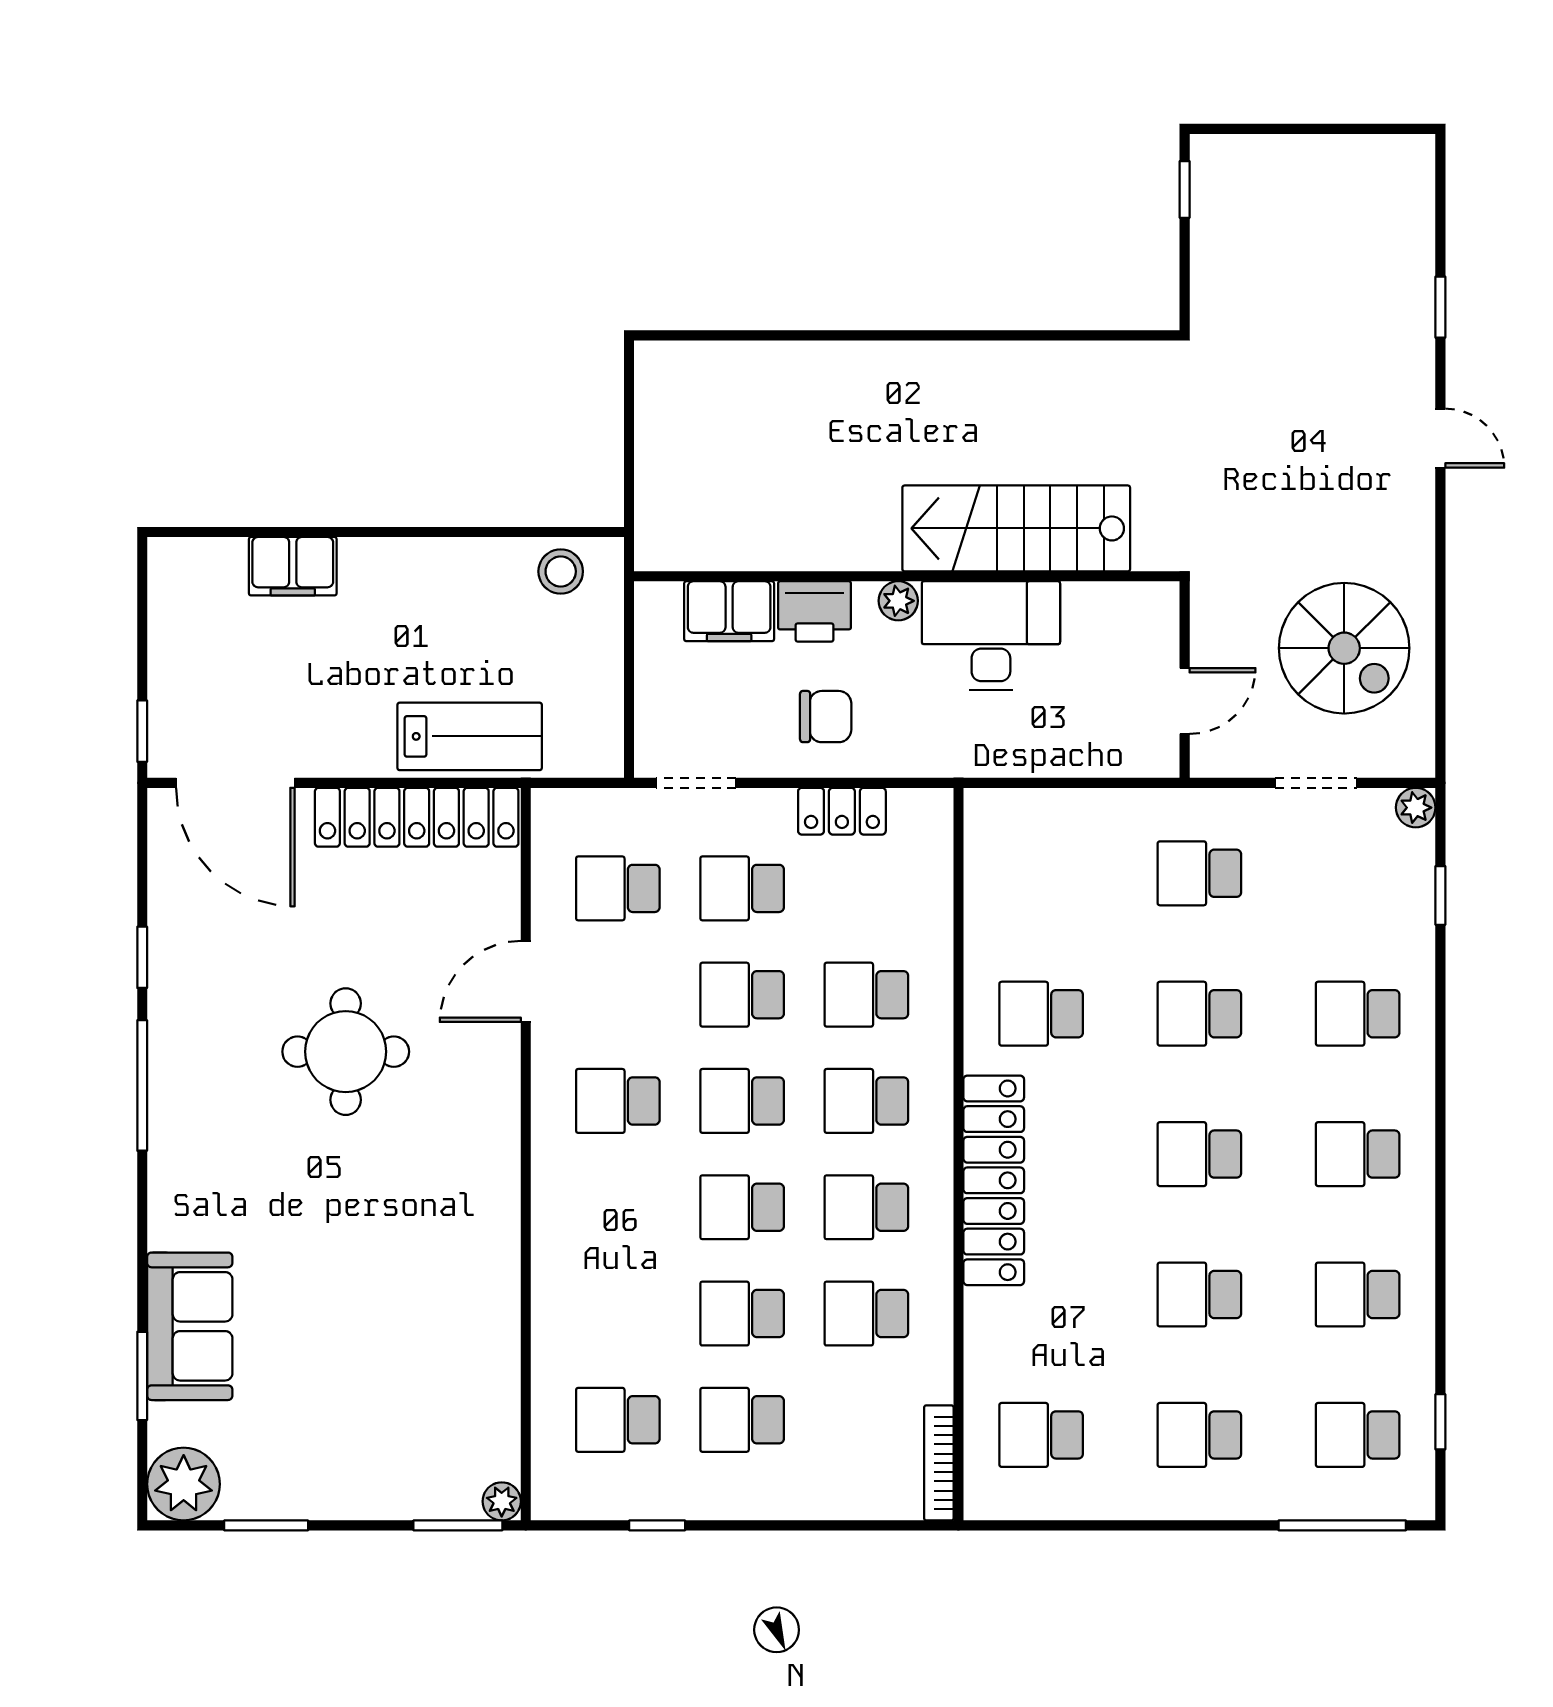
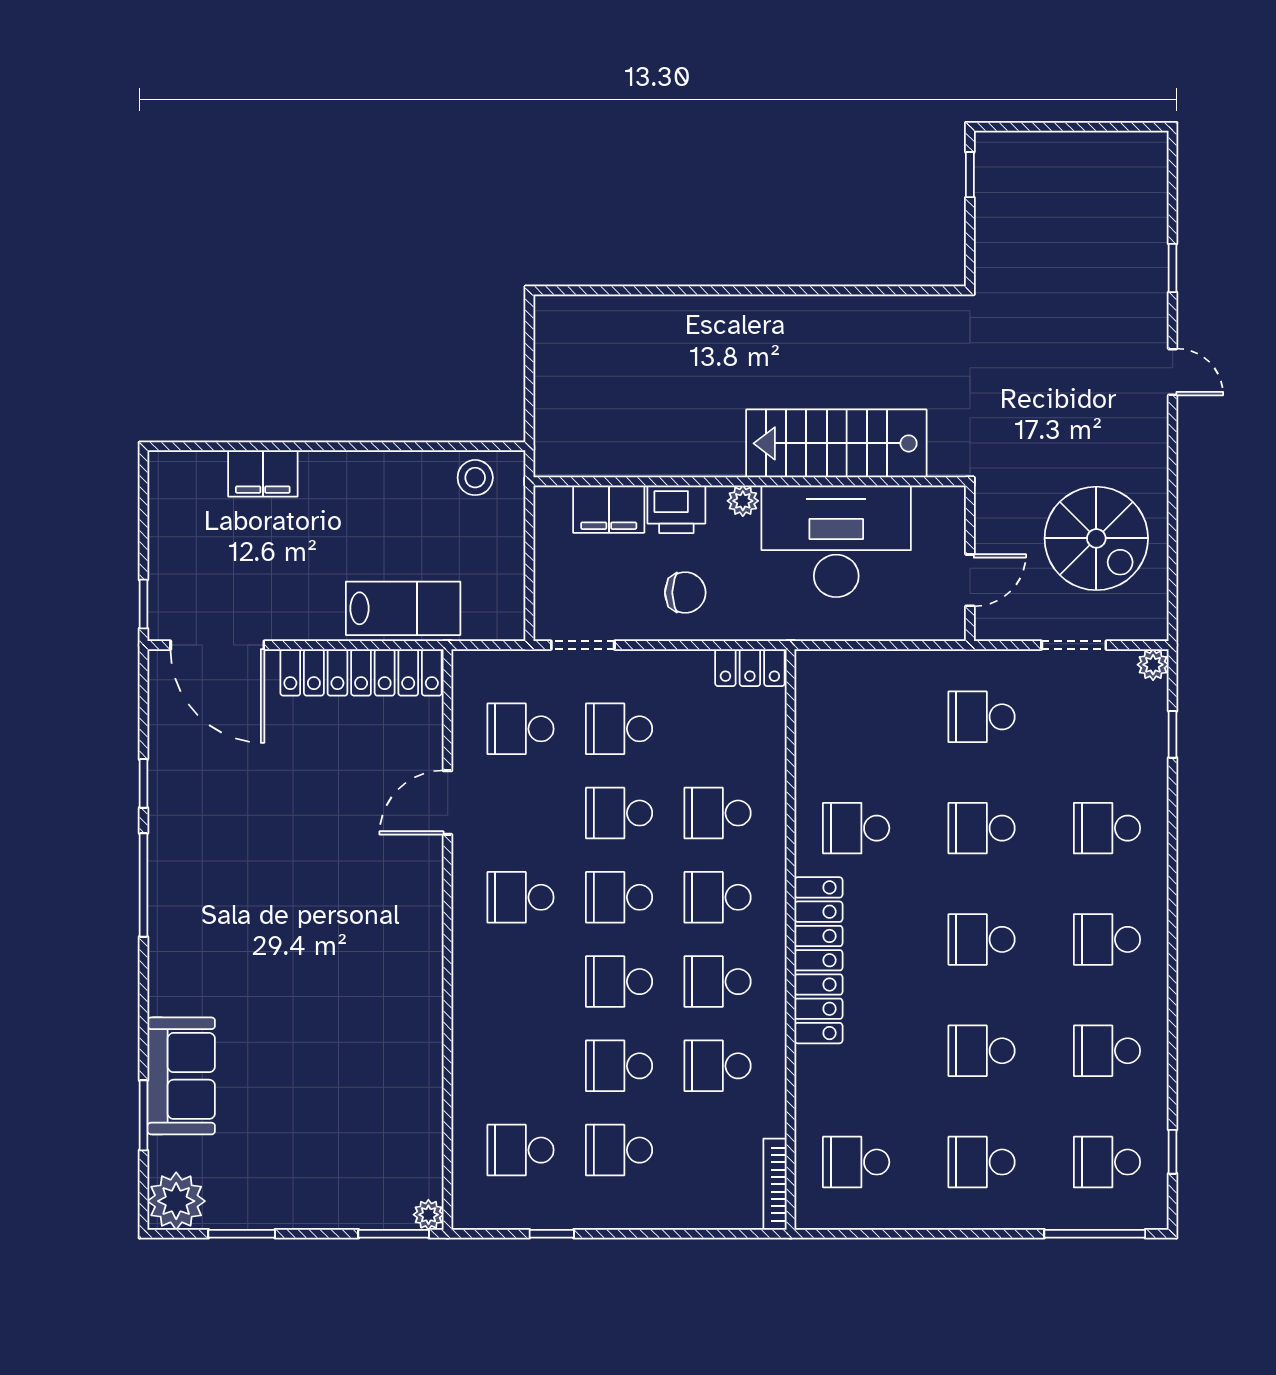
desk: (991, 636) -> (836, 541), width x1.36, depth x1.30
locker: (842, 811) -> (750, 668), moved
round table: (346, 1052) -> (305, 858), removed

